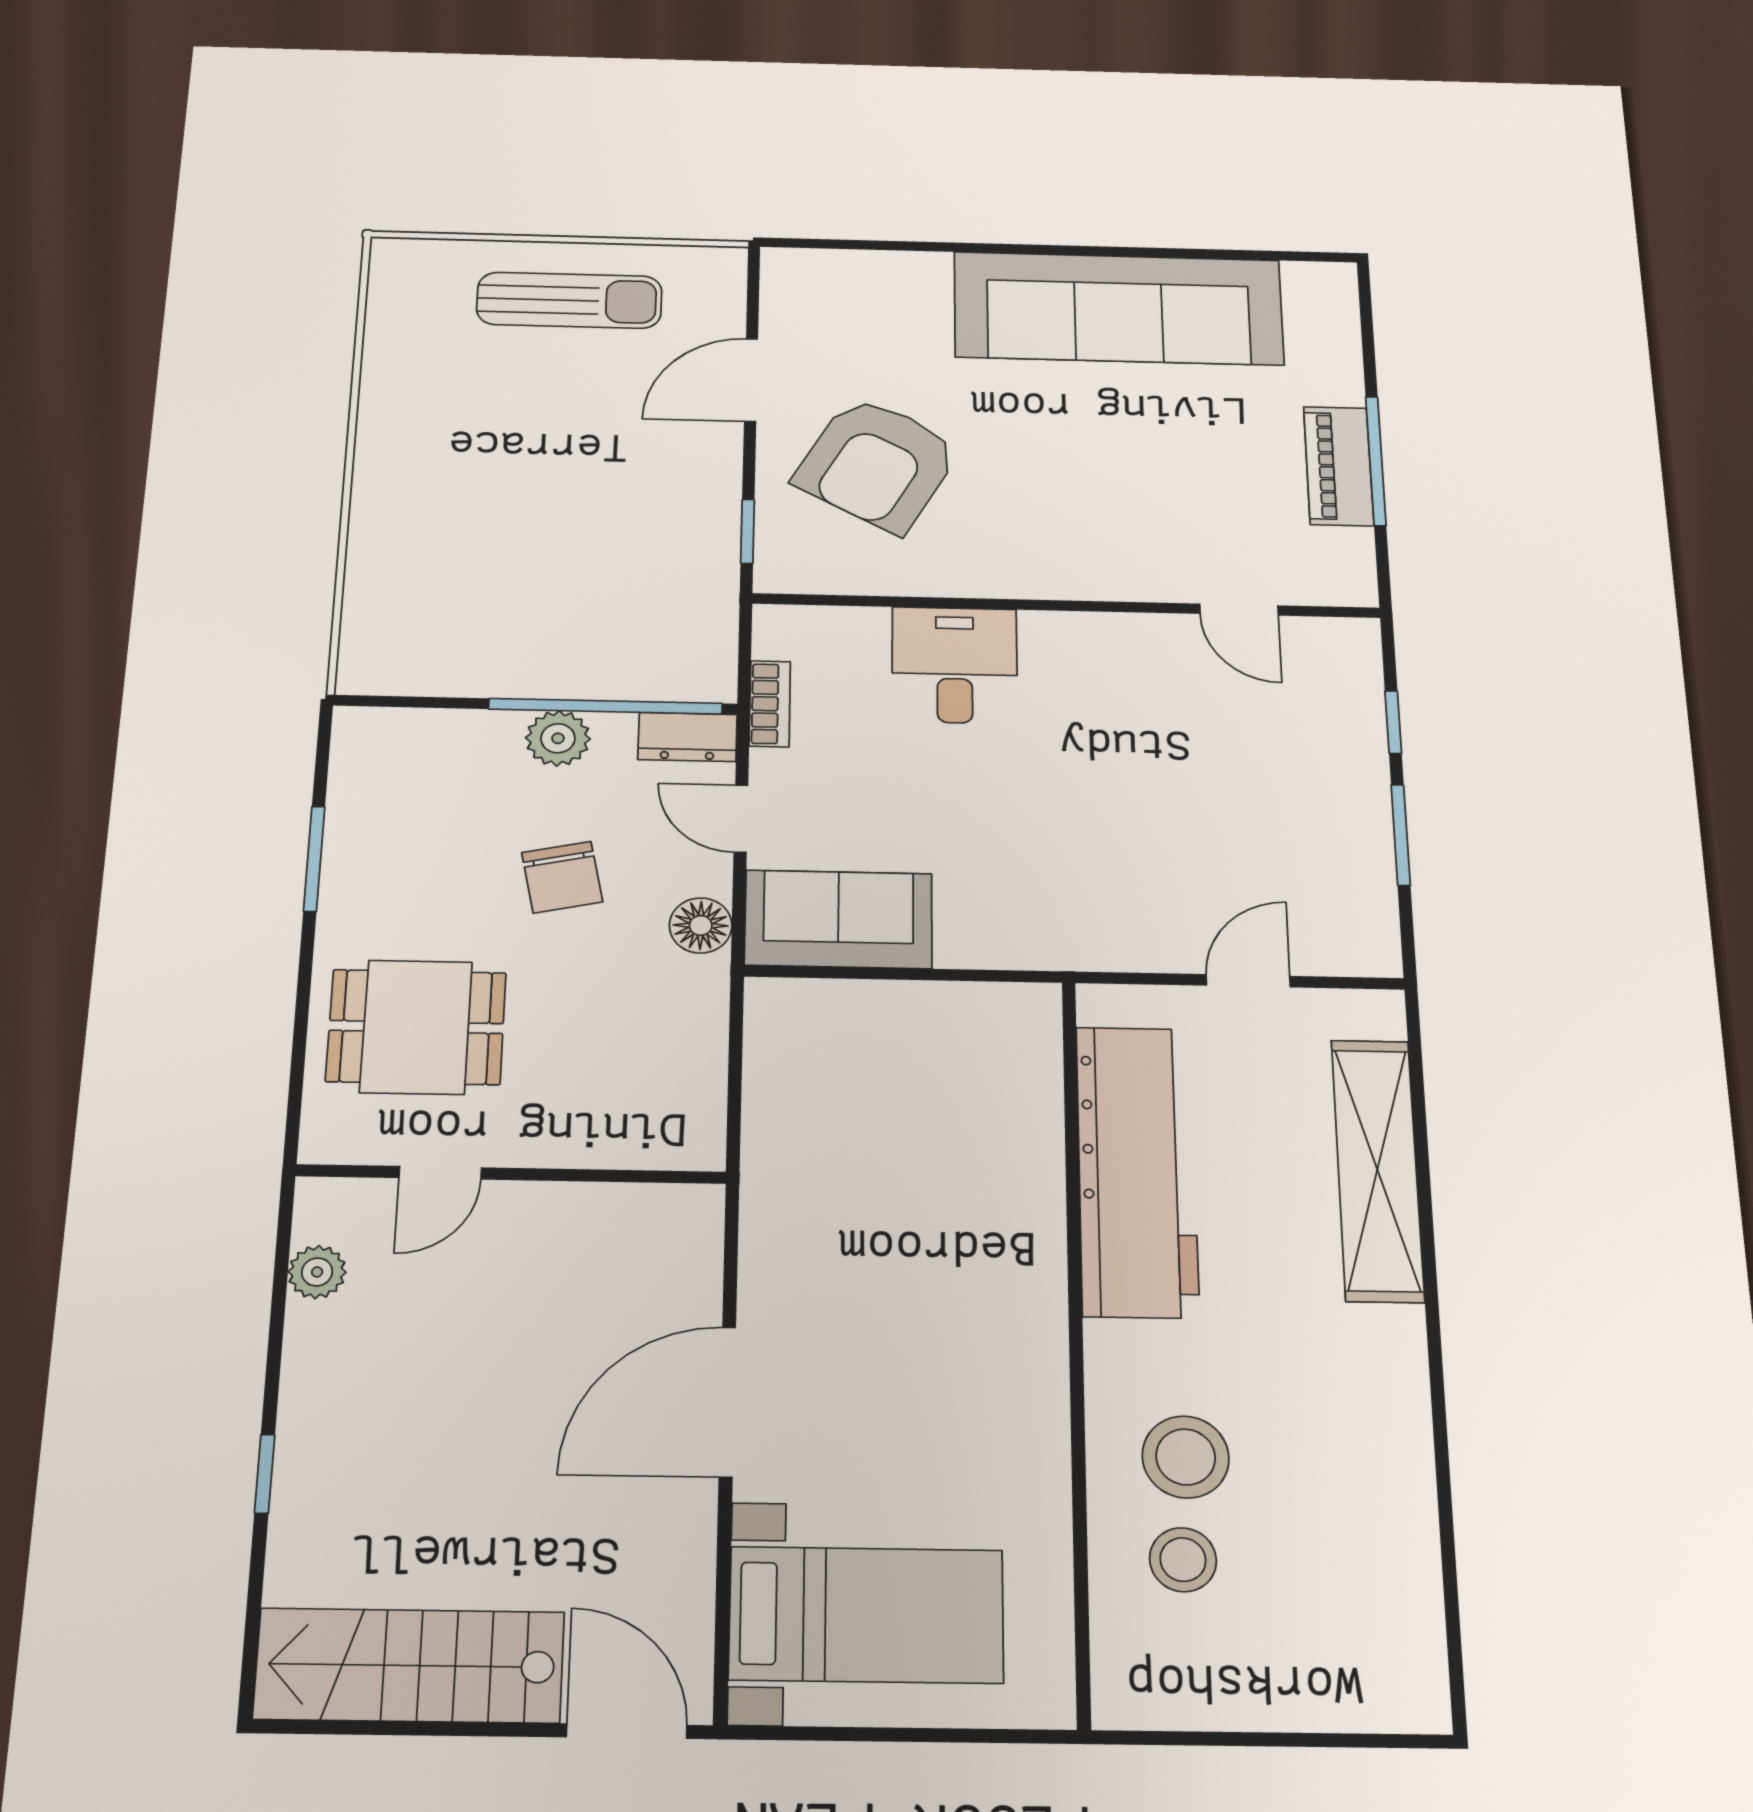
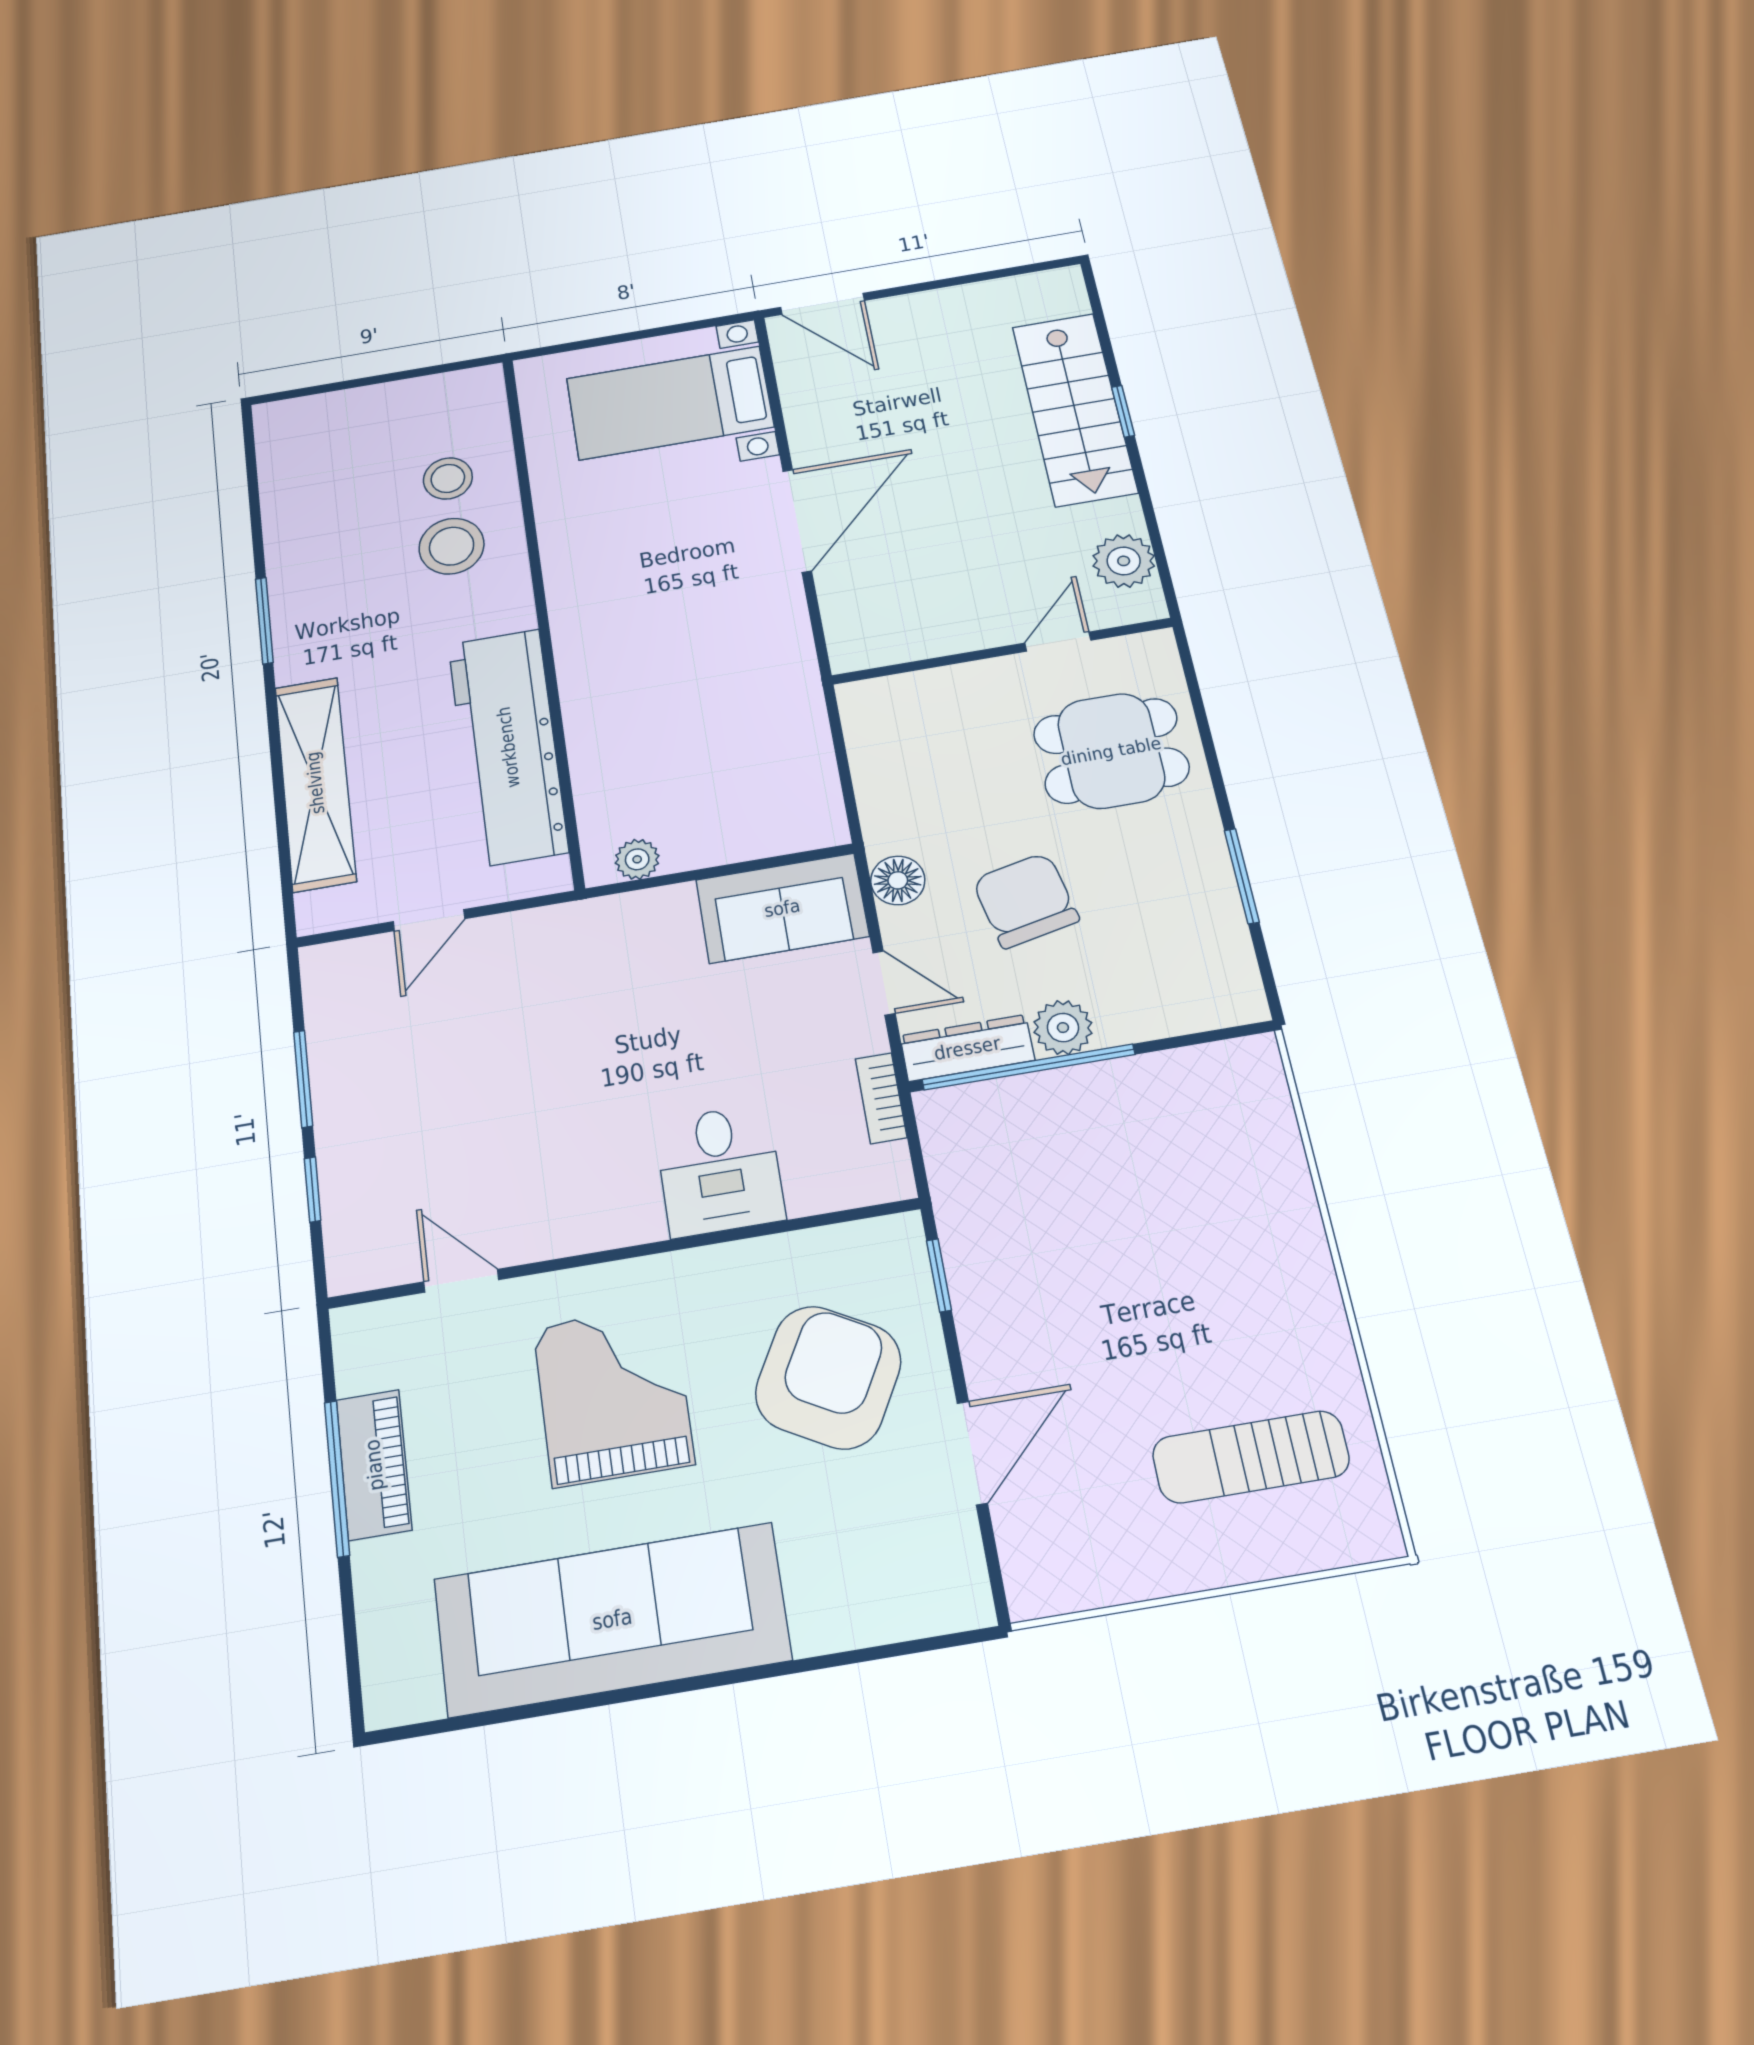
sun lounger: (569, 300) -> (1251, 1457), moved
grand piano: (1094, 484) -> (613, 1395), added
dresser: (688, 737) -> (967, 1048), width x1.44
chair: (562, 877) -> (1026, 900), width x1.37, depth x1.37
plant: (997, 1005) -> (637, 859), added
plant: (317, 1272) -> (1124, 561), width x1.38, depth x1.38
window: (1438, 1400) -> (264, 620), added
stairs: (409, 1665) -> (1075, 409), moved, turned 90

